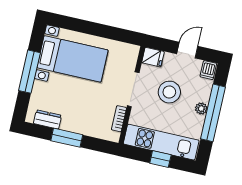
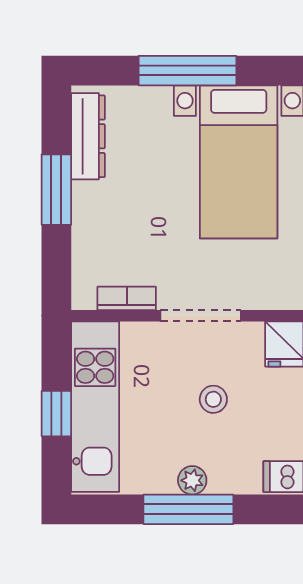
stool: (169, 92) -> (213, 399), width x0.53, depth x0.53
window: (213, 113) -> (188, 509), width x0.68
dresser: (47, 119) -> (88, 136), width x1.44

